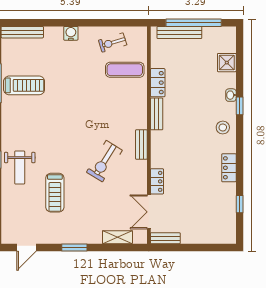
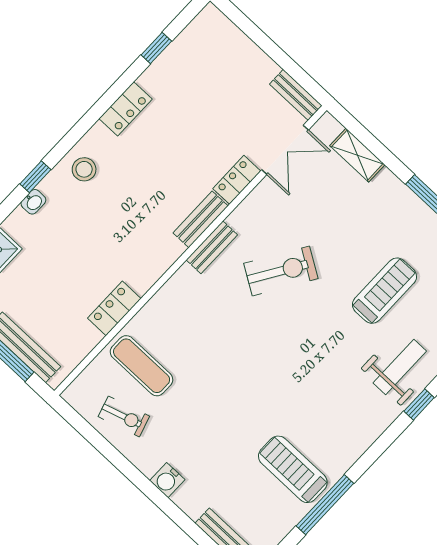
bench: (157, 114) -> (200, 219), moved

